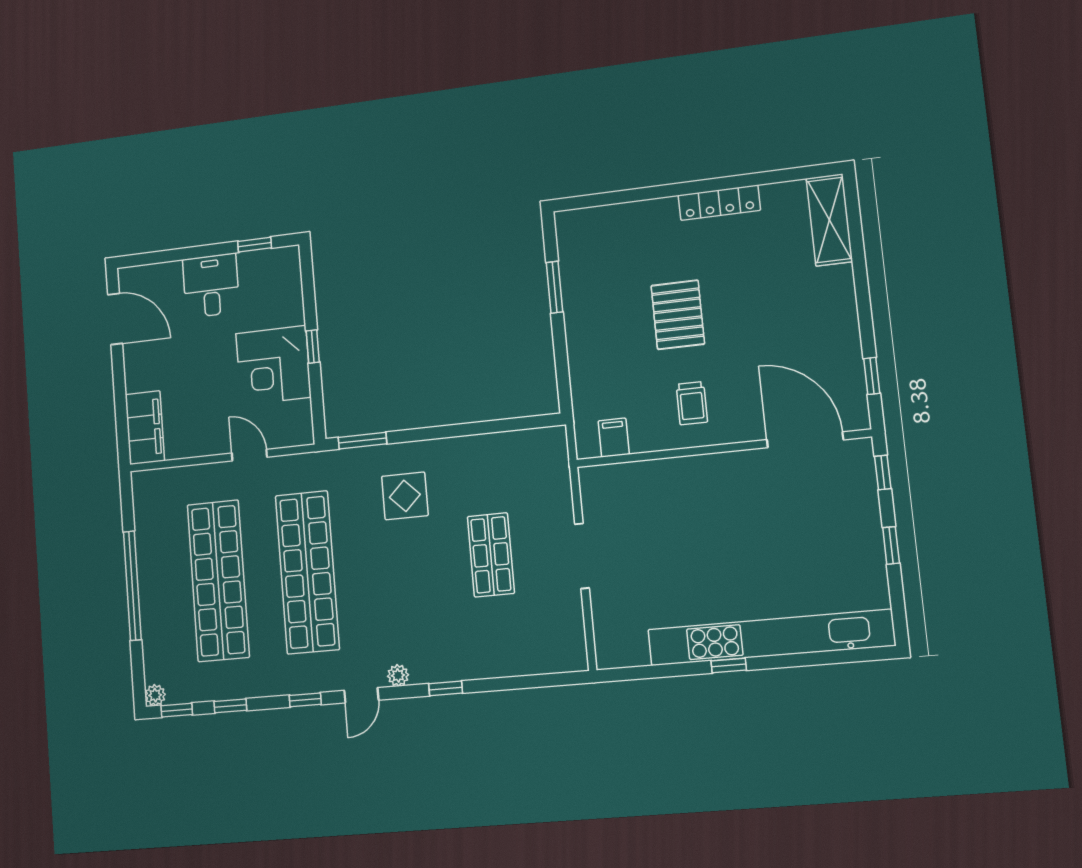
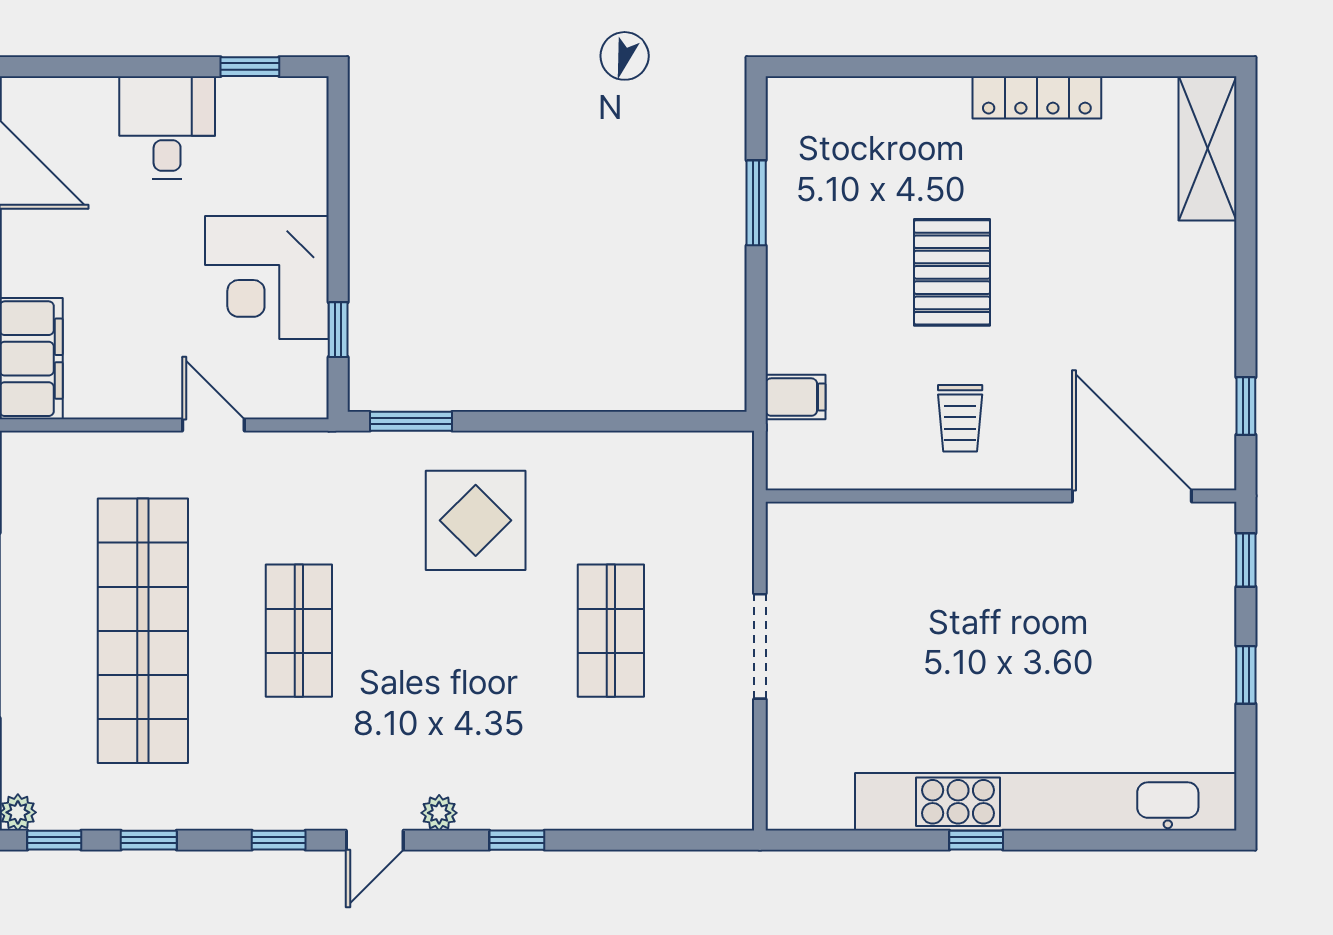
window: (313, 347) -> (338, 330), moved
filing cabinet: (614, 438) -> (795, 397), moved, turned 90
display table: (405, 496) -> (476, 520), width x1.36, depth x1.36
shop shelf: (307, 572) -> (299, 631), width x0.50, depth x0.74

